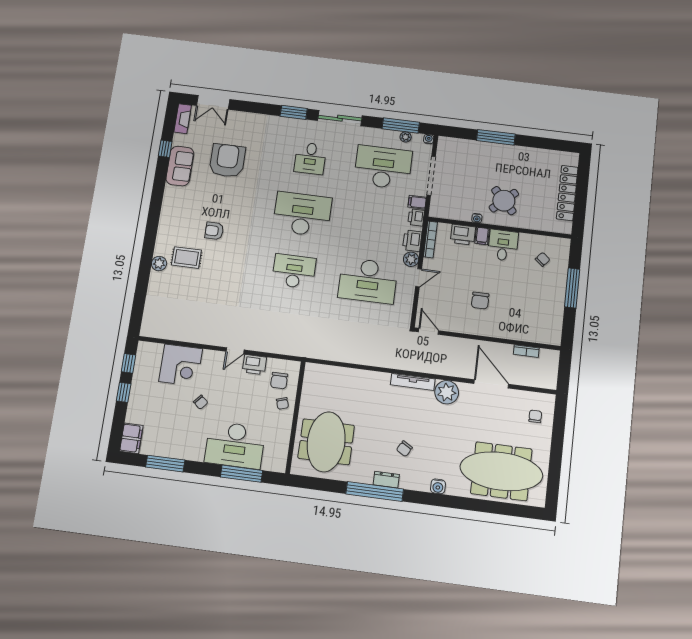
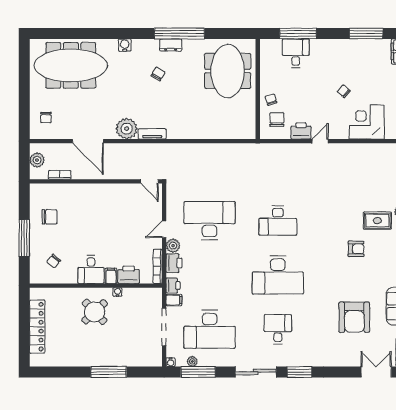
chair: (480, 301) -> (49, 217), moved, turned 90
plant: (550, 370) -> (37, 160), added
tv unit: (413, 382) -> (152, 134), width x0.71
desk: (235, 445) -> (296, 53), width x0.53, depth x0.77

